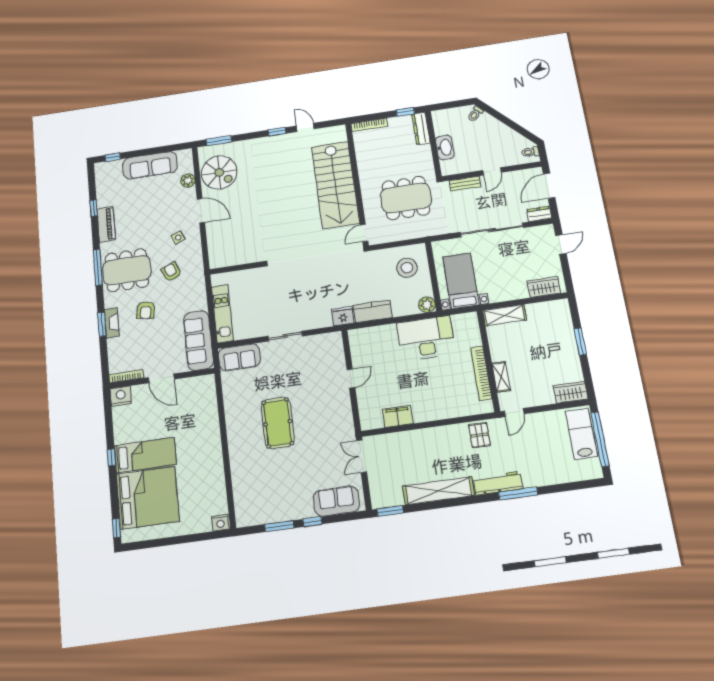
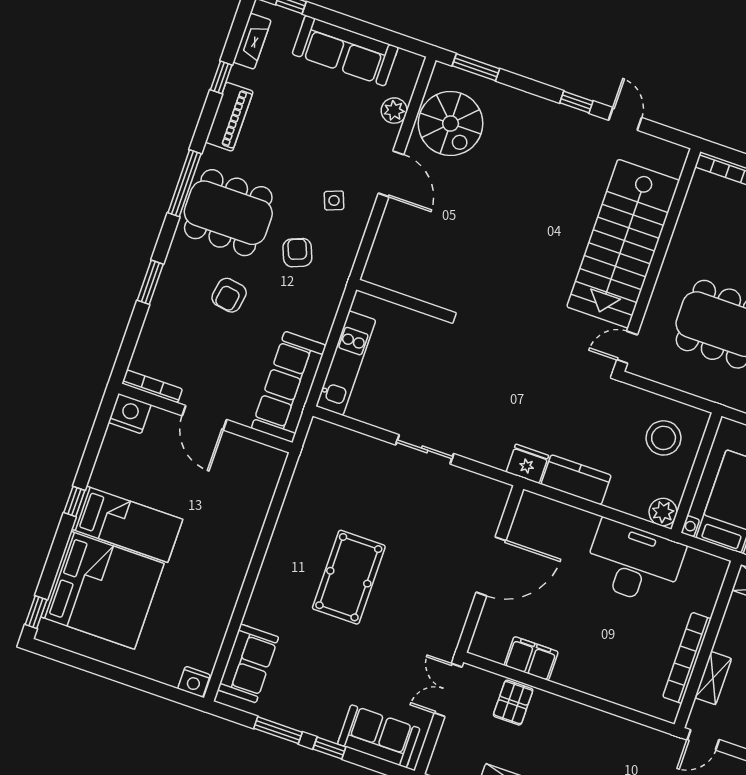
fireplace: (112, 323) -> (252, 41), moved
sofa: (239, 357) -> (248, 663), moved, turned -90
door: (351, 379) -> (491, 566), width x1.87
pallet: (479, 435) -> (513, 703), moved

